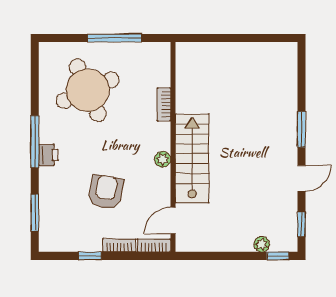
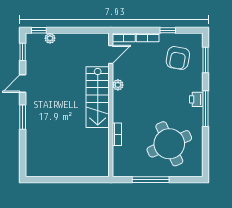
plant: (163, 159) -> (118, 85), moved
armchair: (106, 192) -> (178, 58), moved

